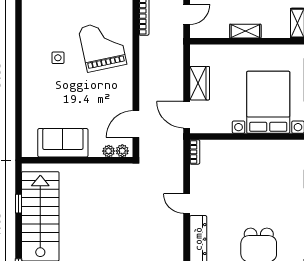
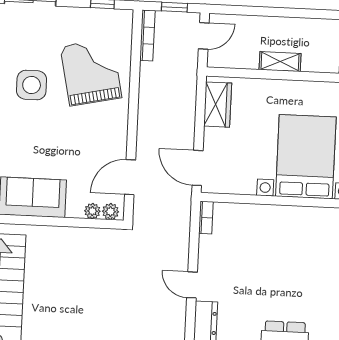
side table: (58, 58) -> (32, 85), width x1.87, depth x1.87
wardrobe: (200, 83) -> (218, 105), moved

